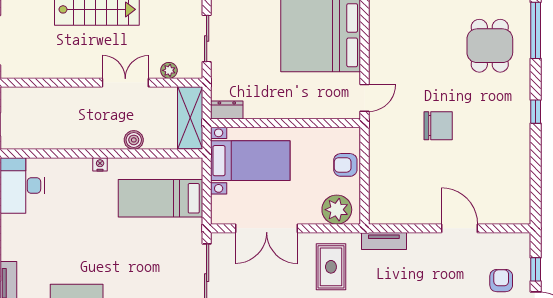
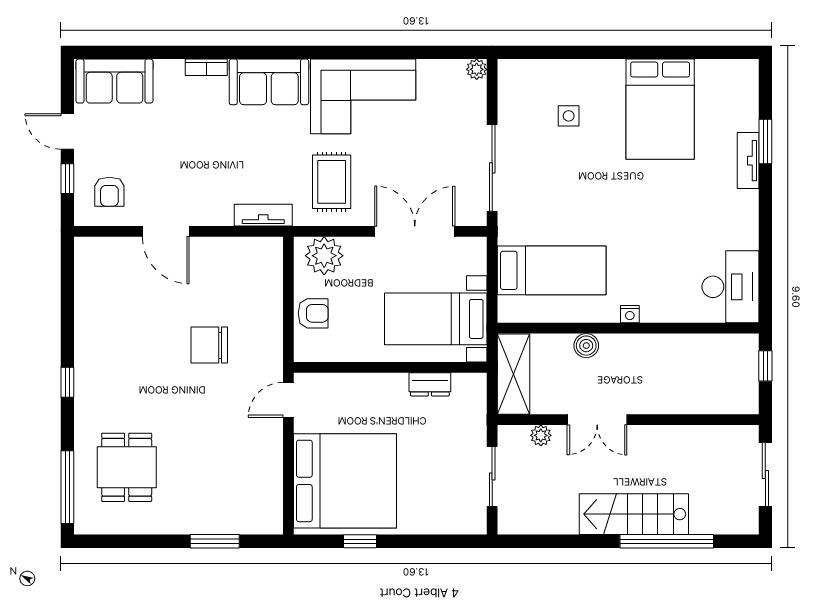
dresser: (227, 110) -> (430, 384), moved
chair: (438, 126) -> (209, 345), moved
armchair: (501, 281) -> (109, 192), moved

